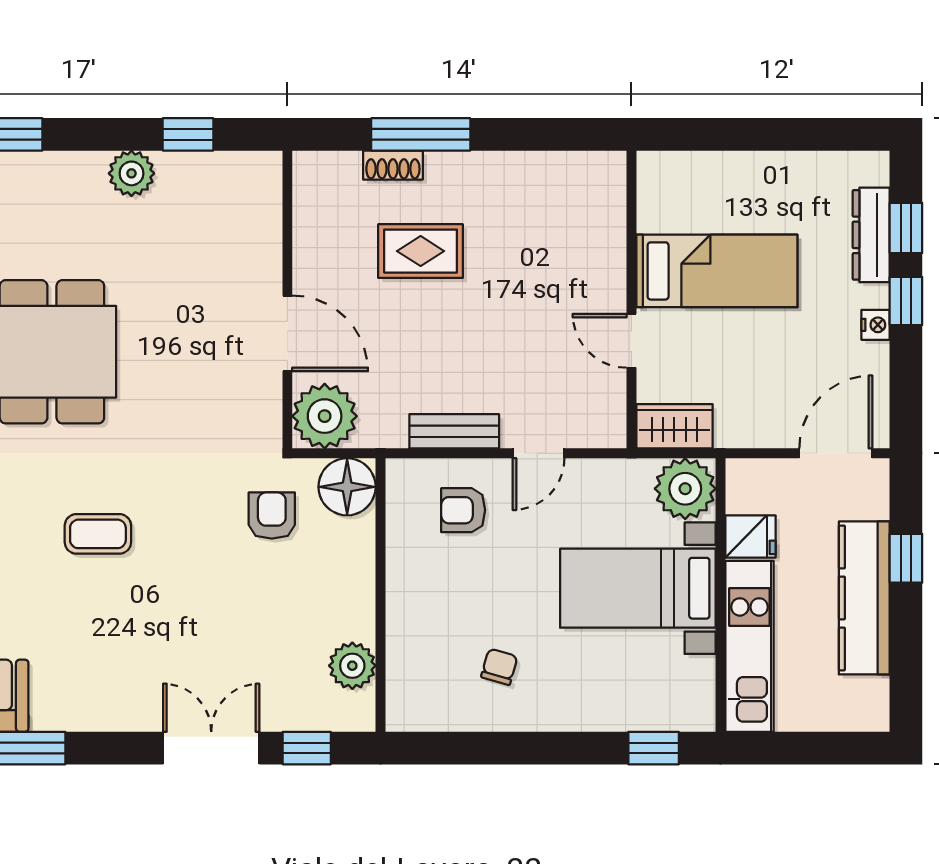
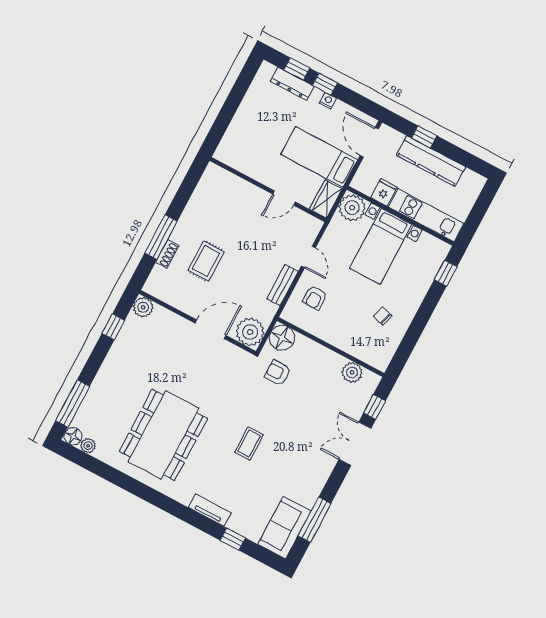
plant: (131, 173) -> (143, 307), moved
bed: (717, 271) -> (319, 157), moved, turned -90

